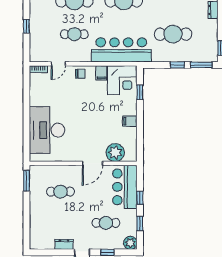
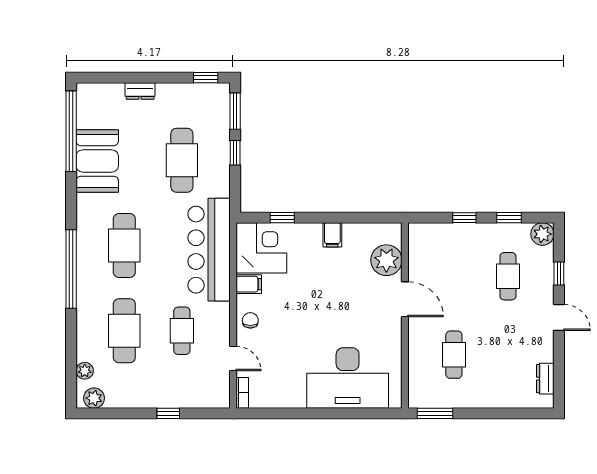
bar counter: (125, 187) -> (446, 243), removed
dresser: (64, 244) -> (545, 379), moved

